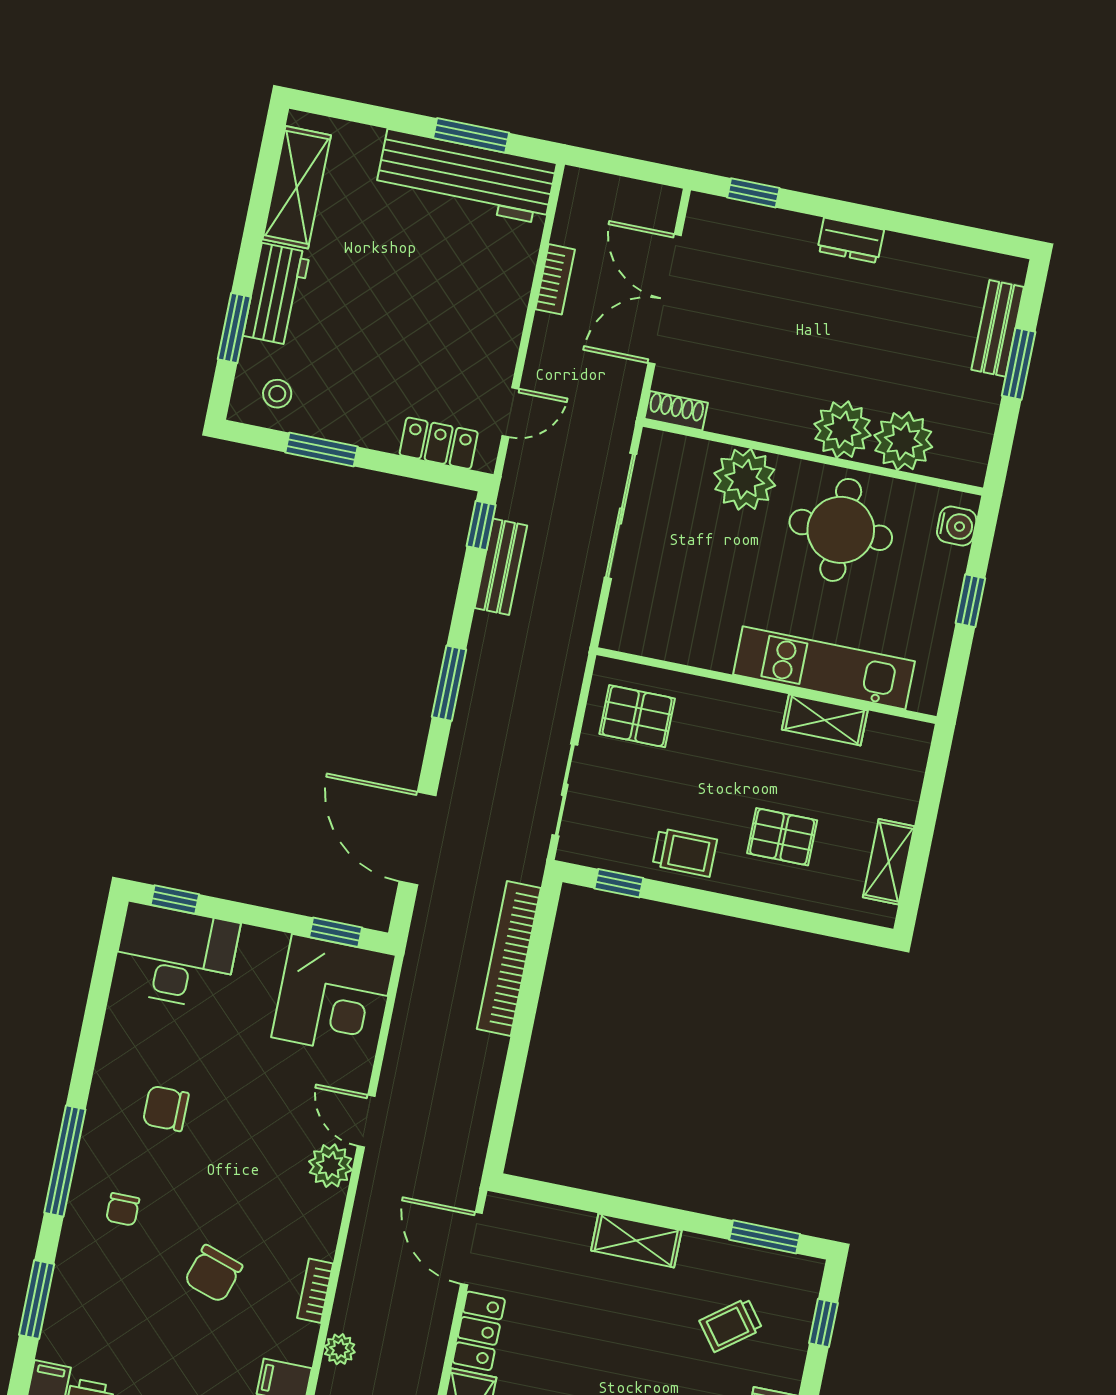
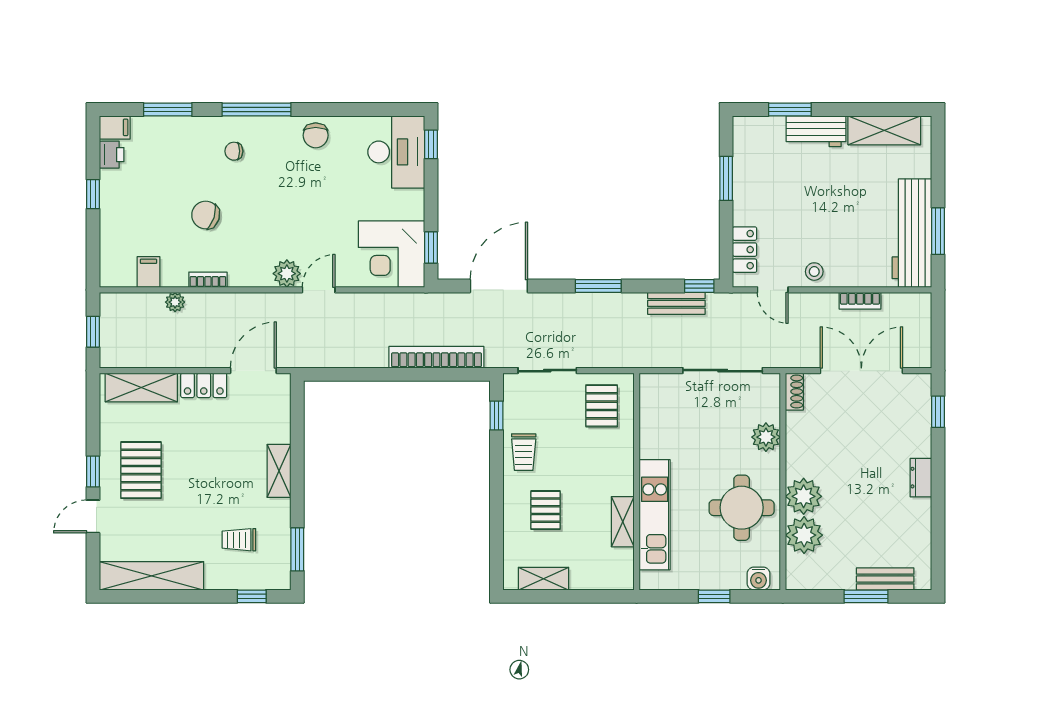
stool: (277, 394) -> (814, 272), moved
plant: (745, 479) -> (766, 437), width x0.73, depth x0.73
chair: (166, 1108) -> (316, 135), moved, turned 180
trolley: (731, 1325) -> (239, 540), turned -53

